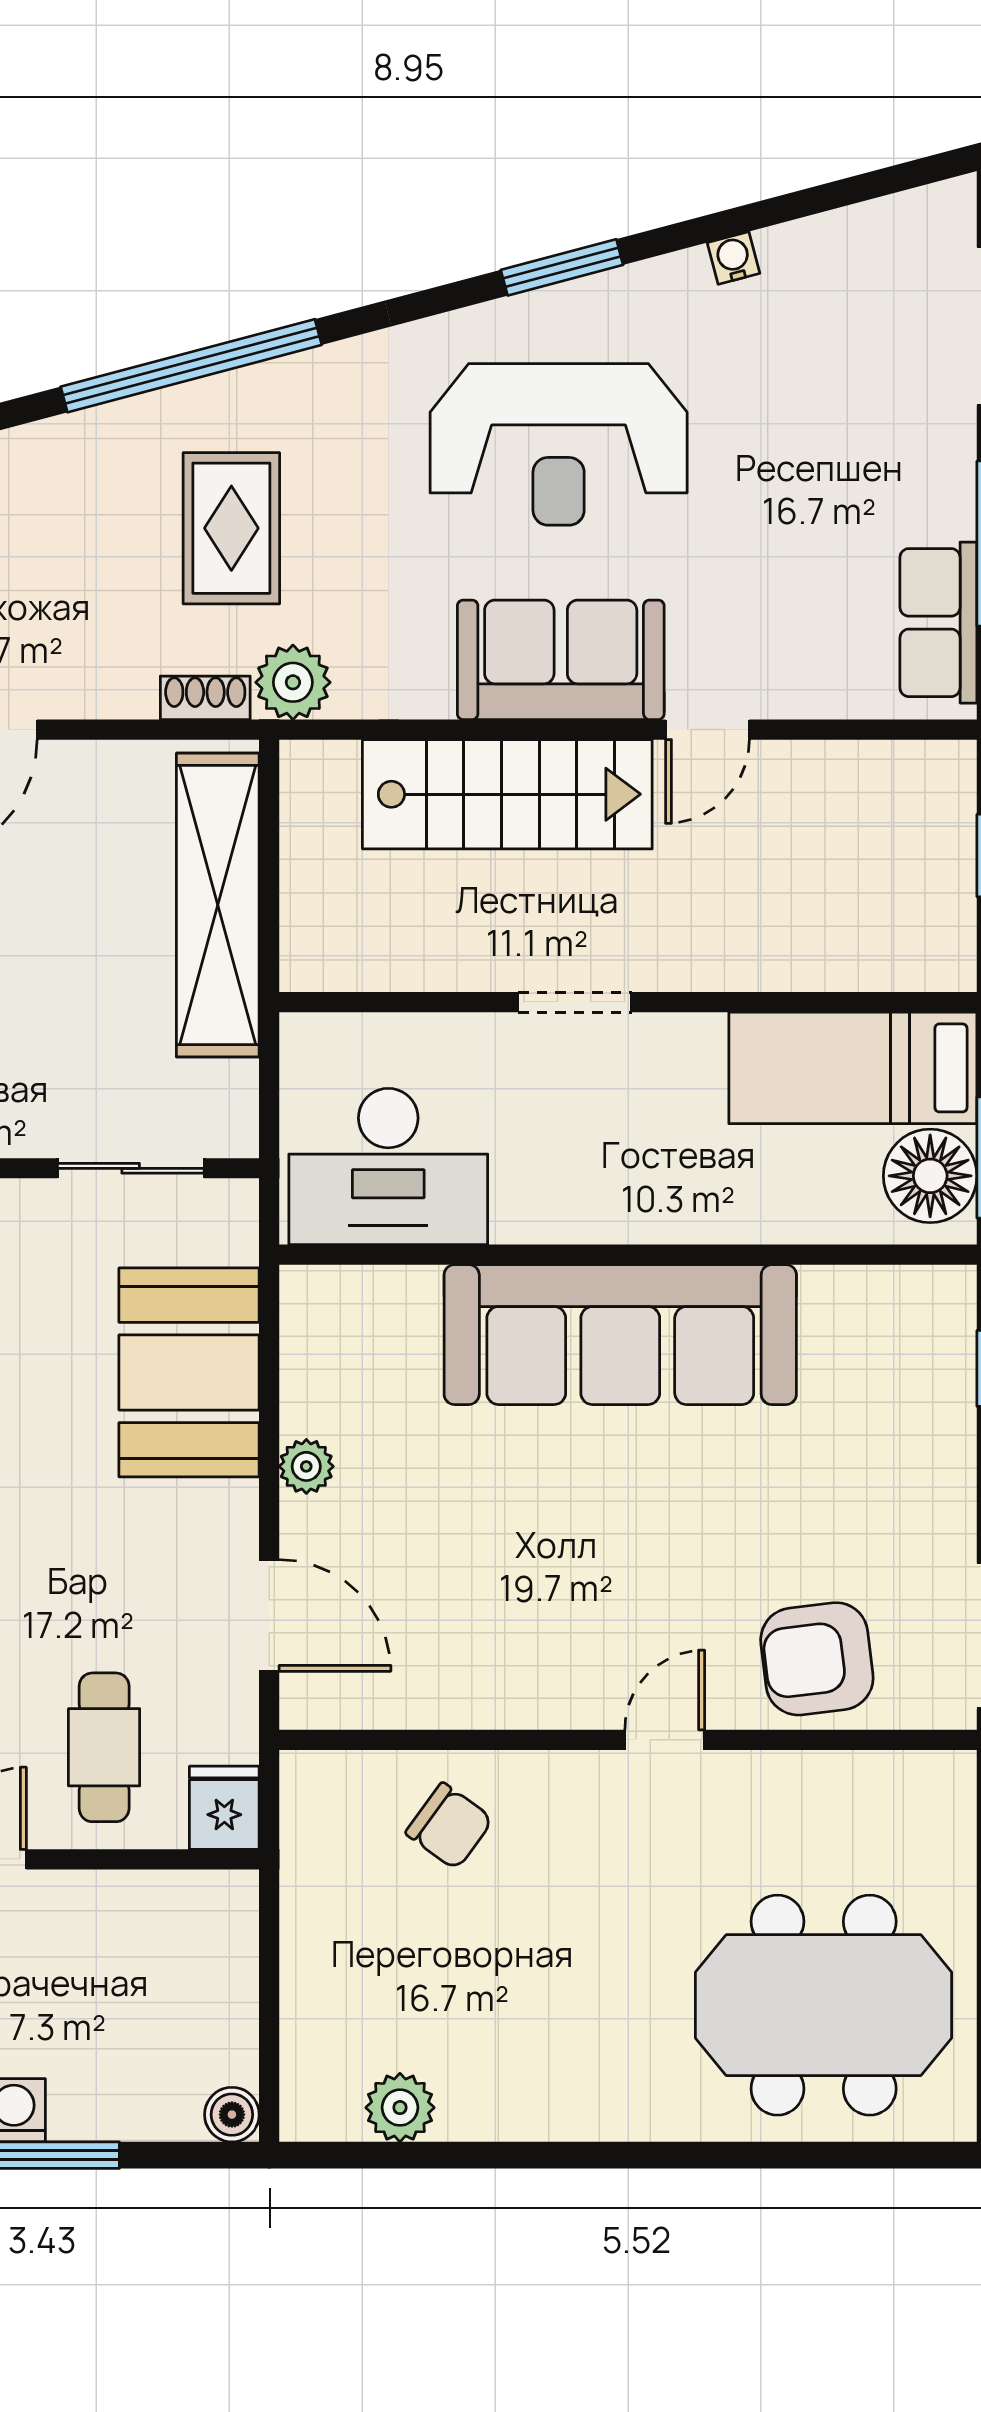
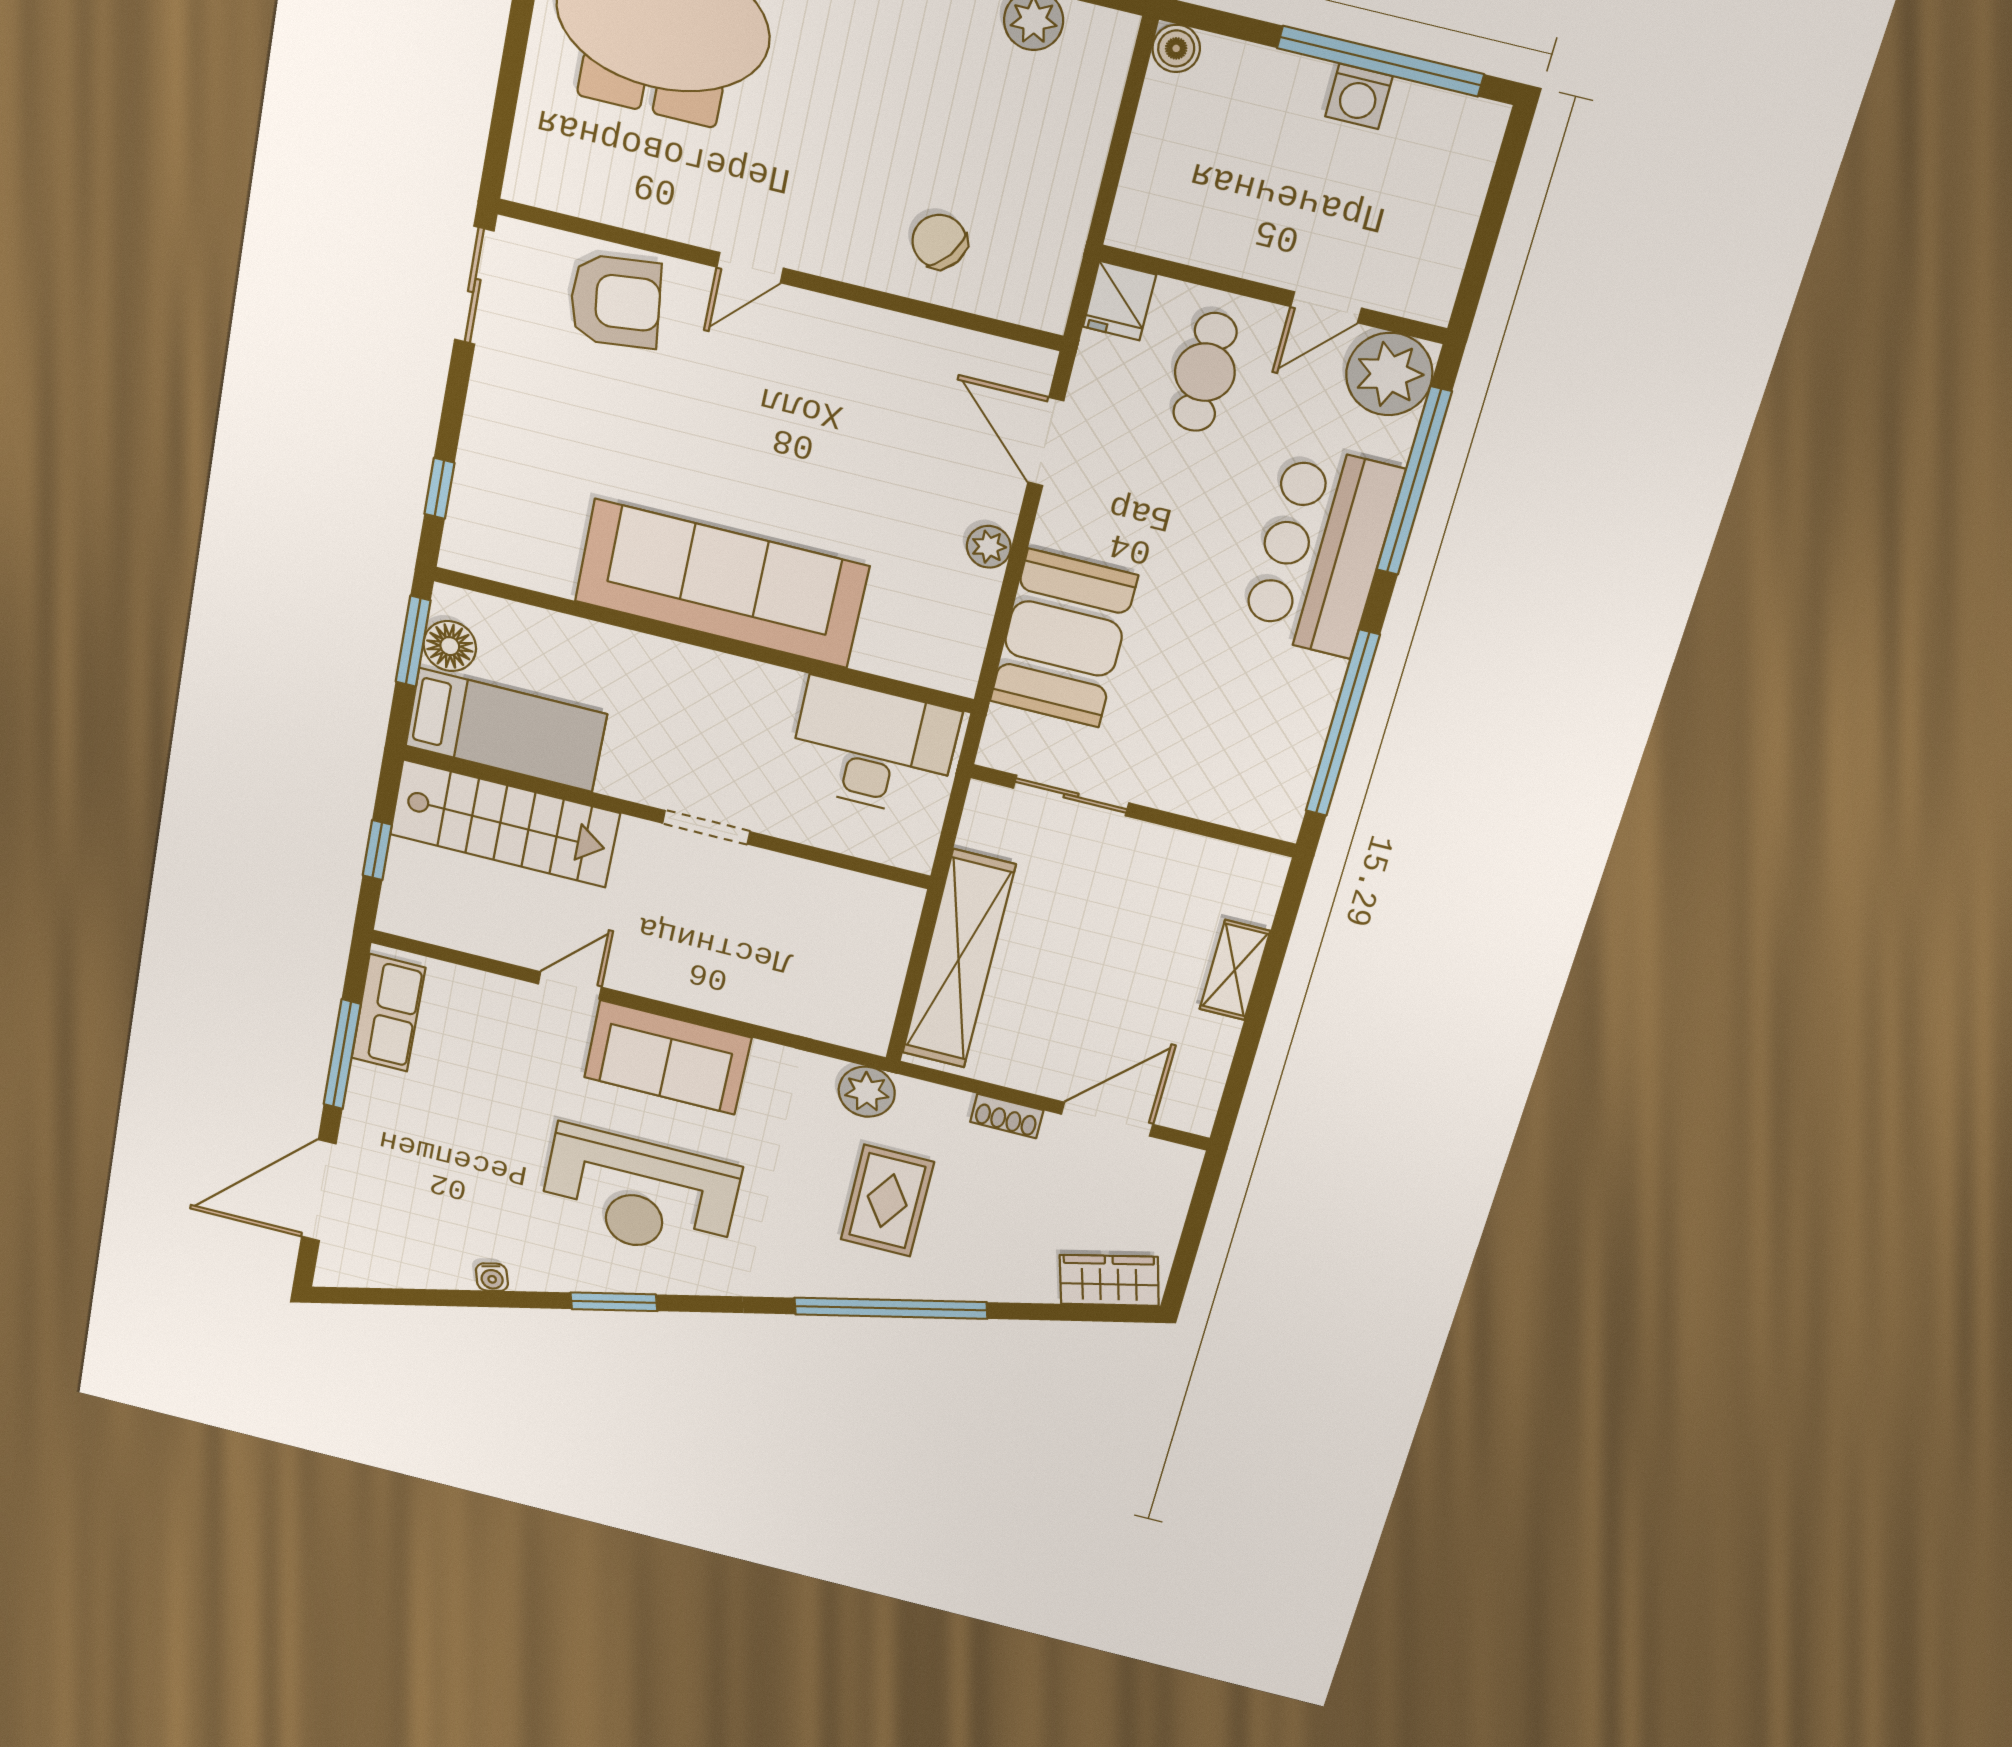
reception desk: (559, 444) -> (640, 1194), turned 180
shoe rack: (205, 698) -> (1007, 1116), moved
stairs: (507, 794) -> (505, 824), moved, turned 180
floor lamp: (930, 1176) -> (450, 646), width x0.73, depth x0.73

